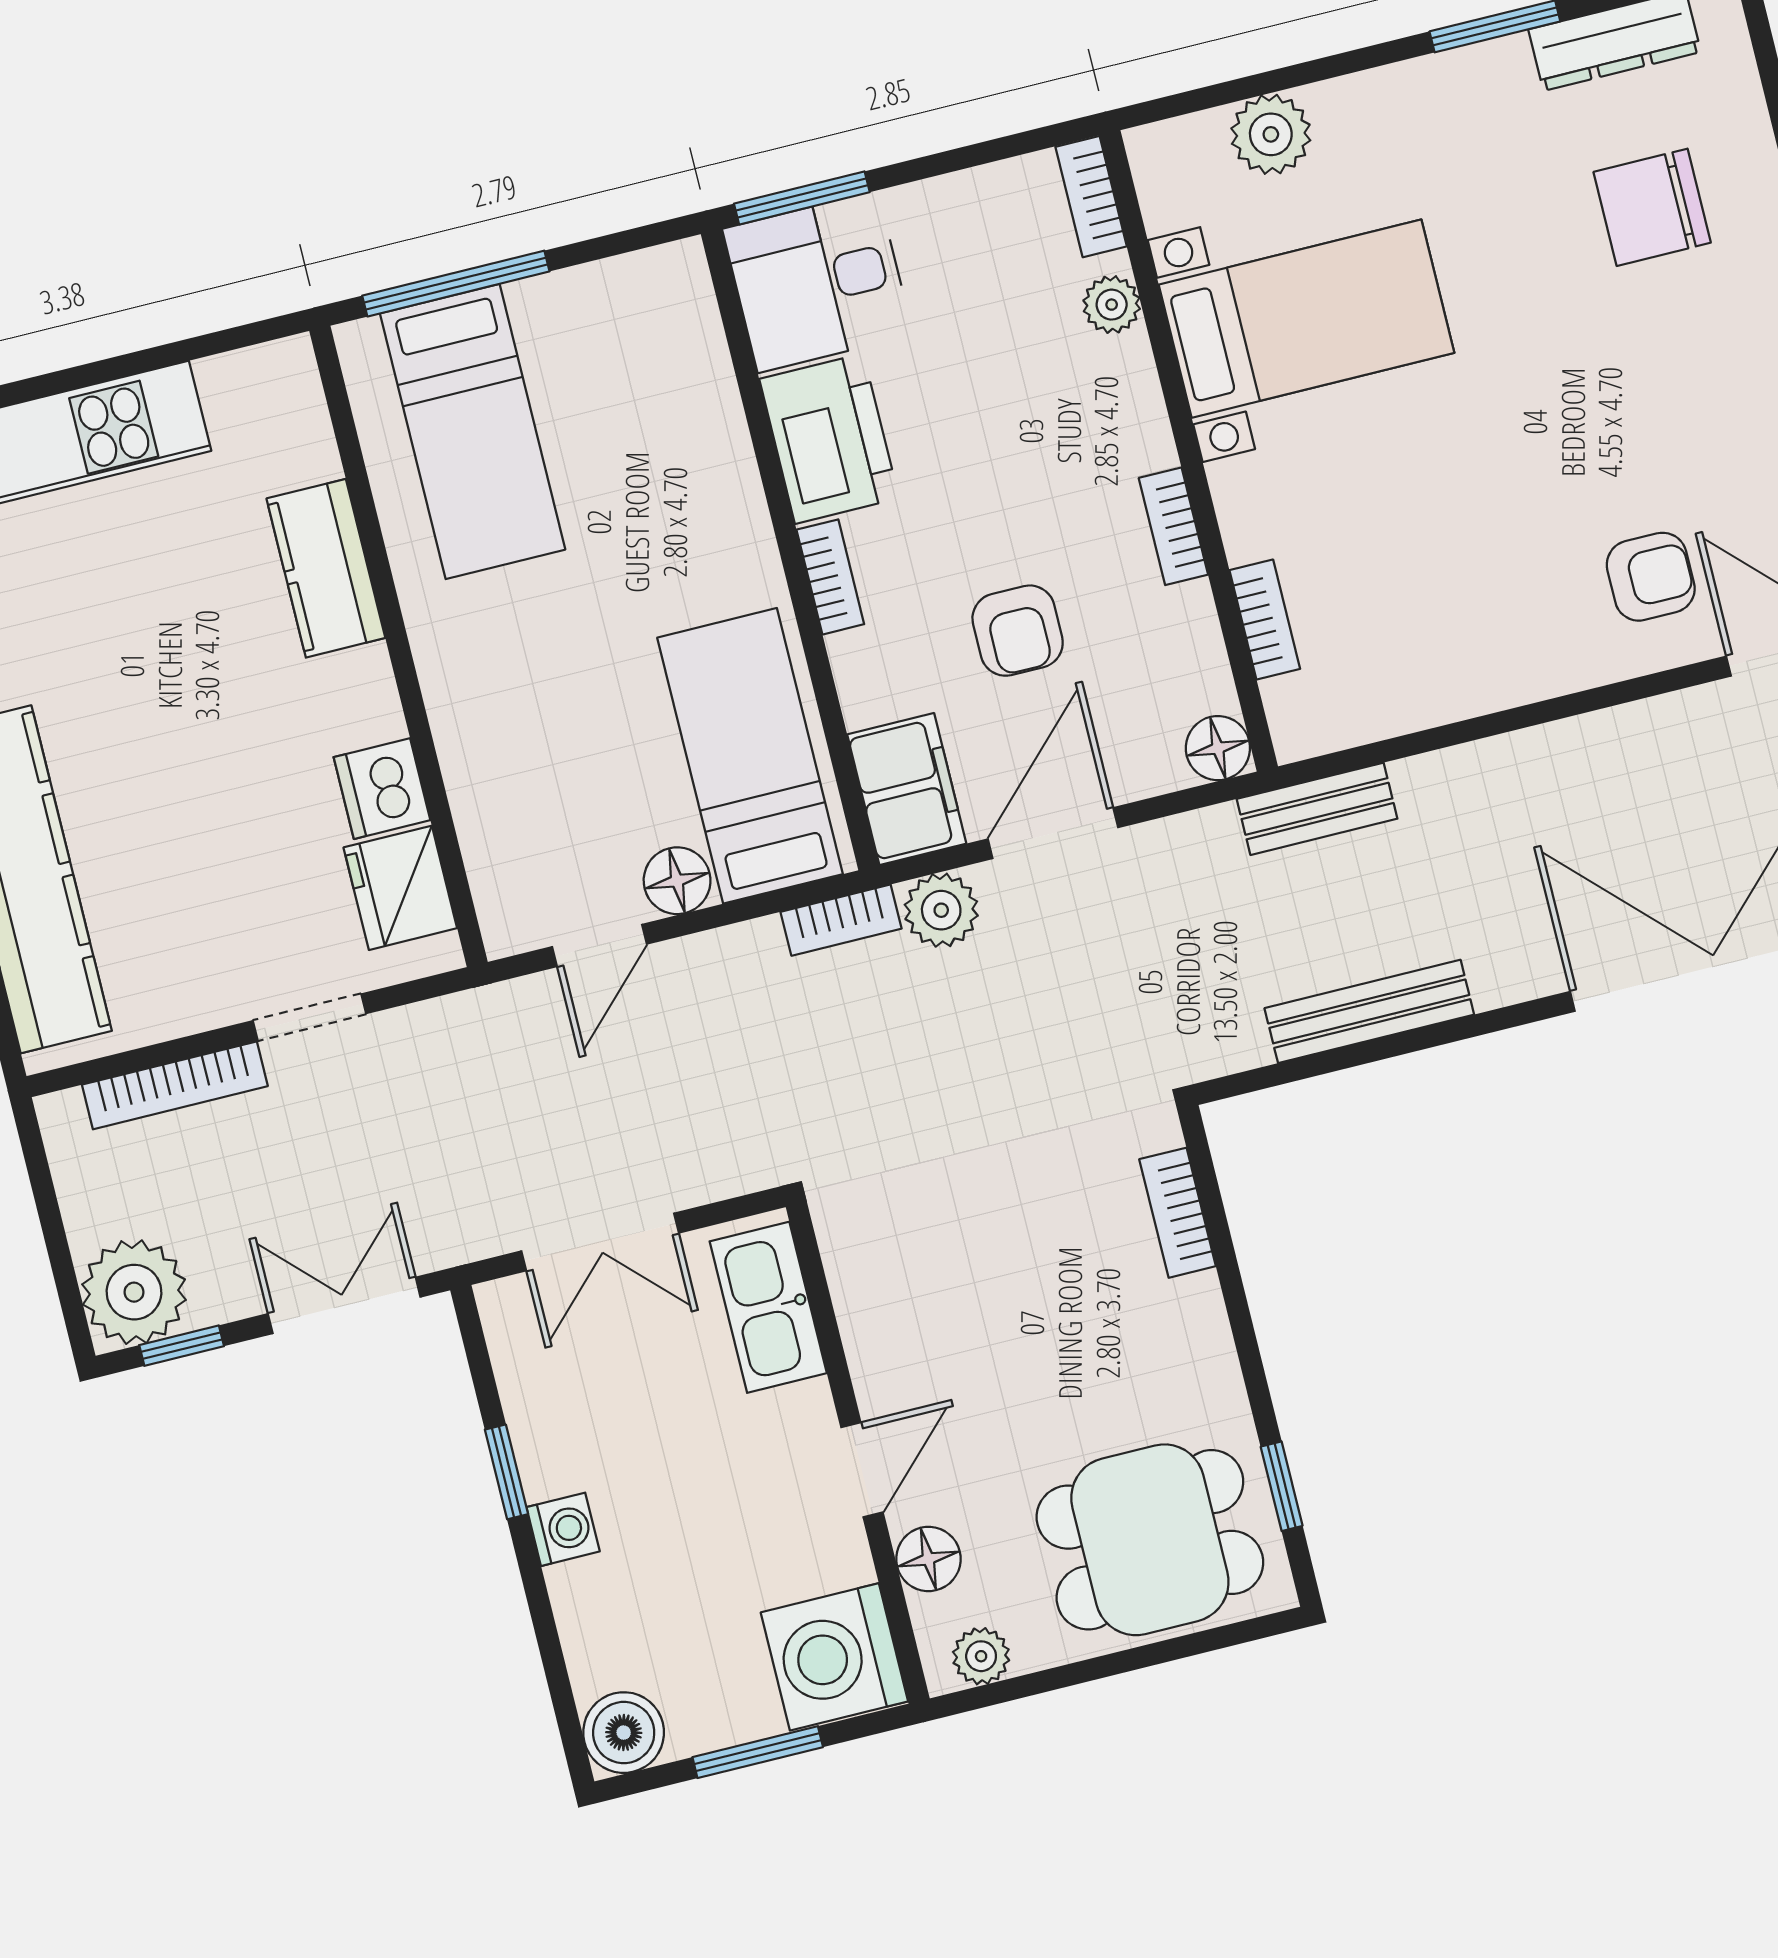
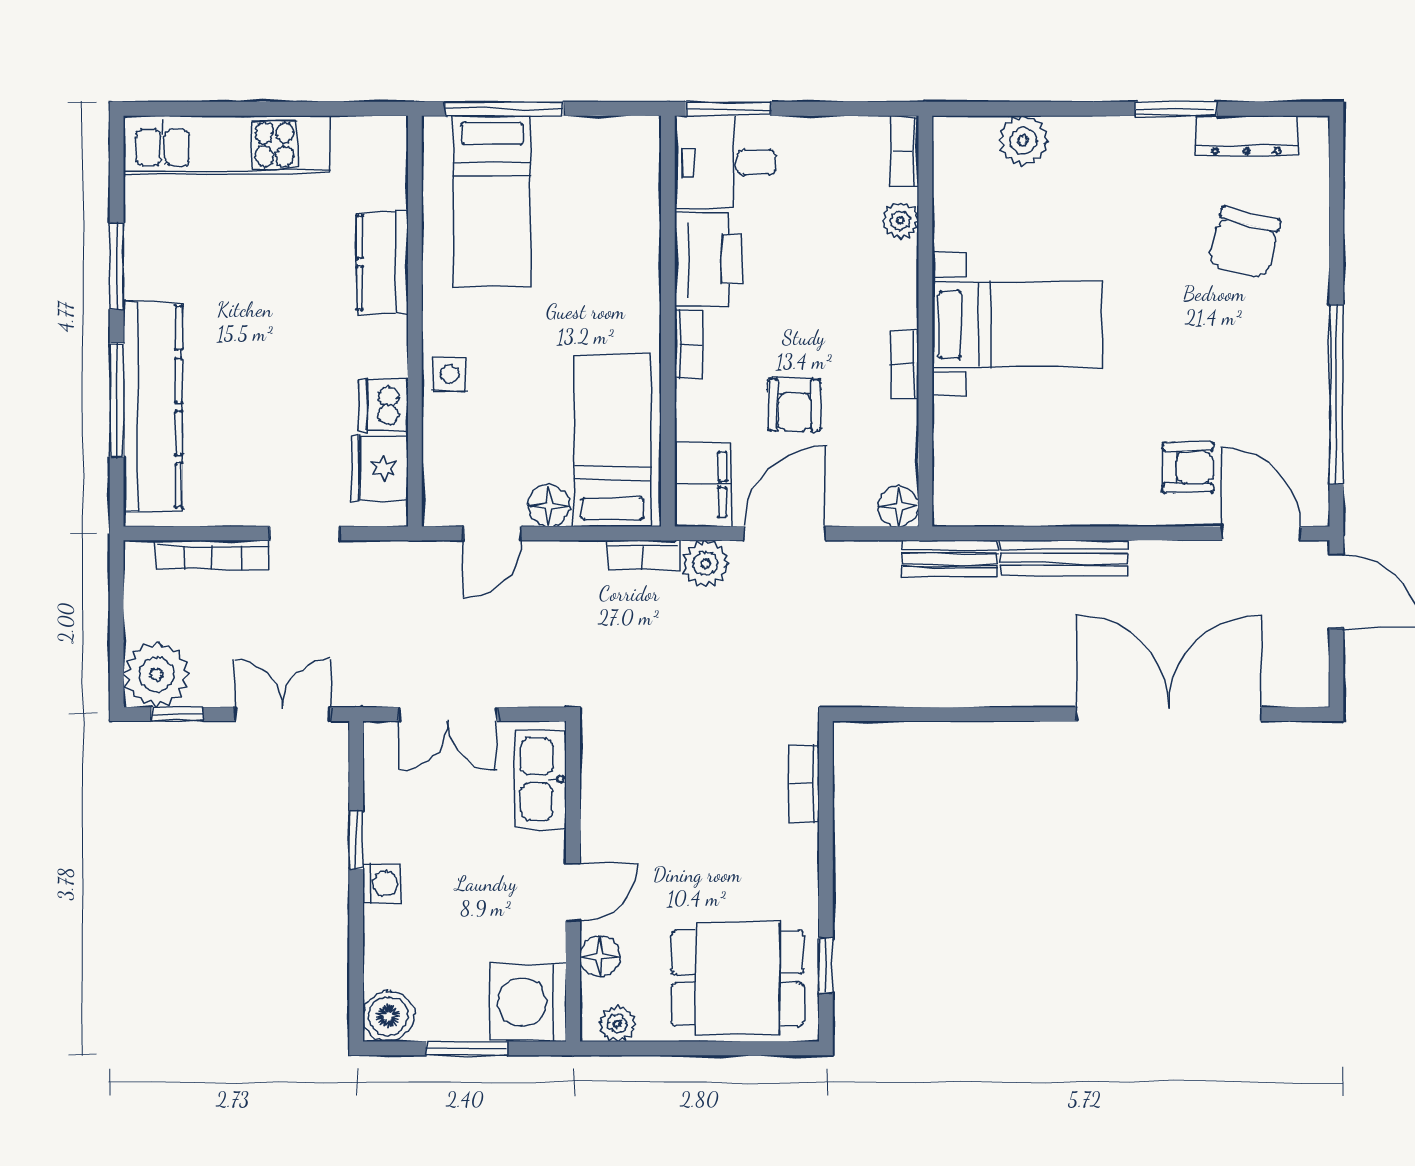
chair: (1652, 207) -> (1244, 243), turned -76
bed with nightstands: (1306, 319) -> (1017, 324), moved
bookcase: (1265, 620) -> (946, 435), removed
side table: (473, 715) -> (450, 374), added
bench: (1369, 1011) -> (1064, 558), moved

